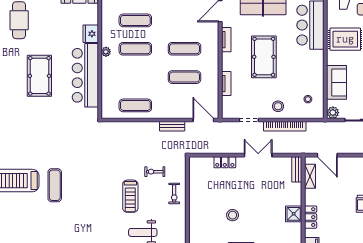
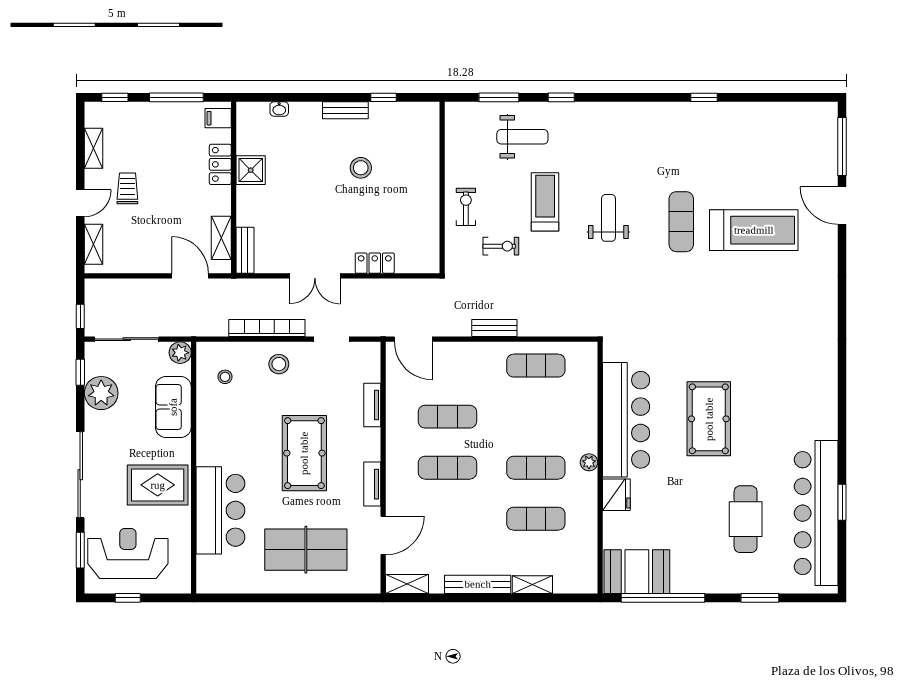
bench: (172, 126) -> (494, 328), moved
weight bench: (95, 187) -> (608, 218), added

